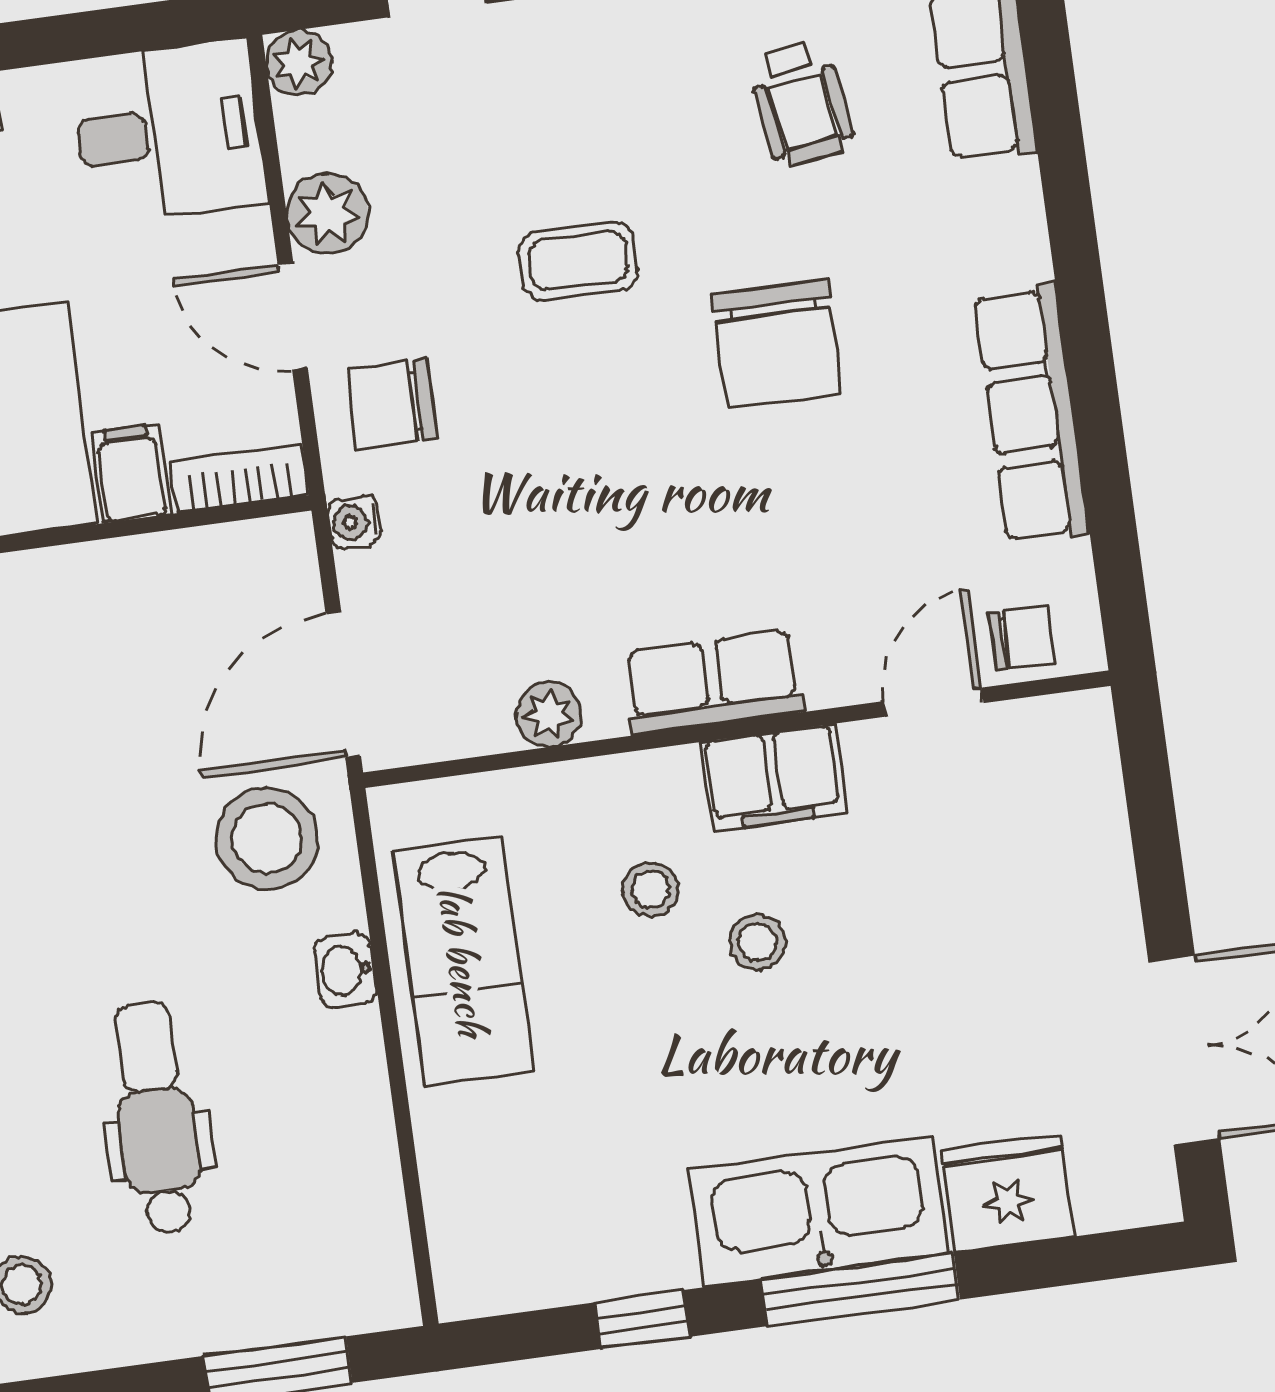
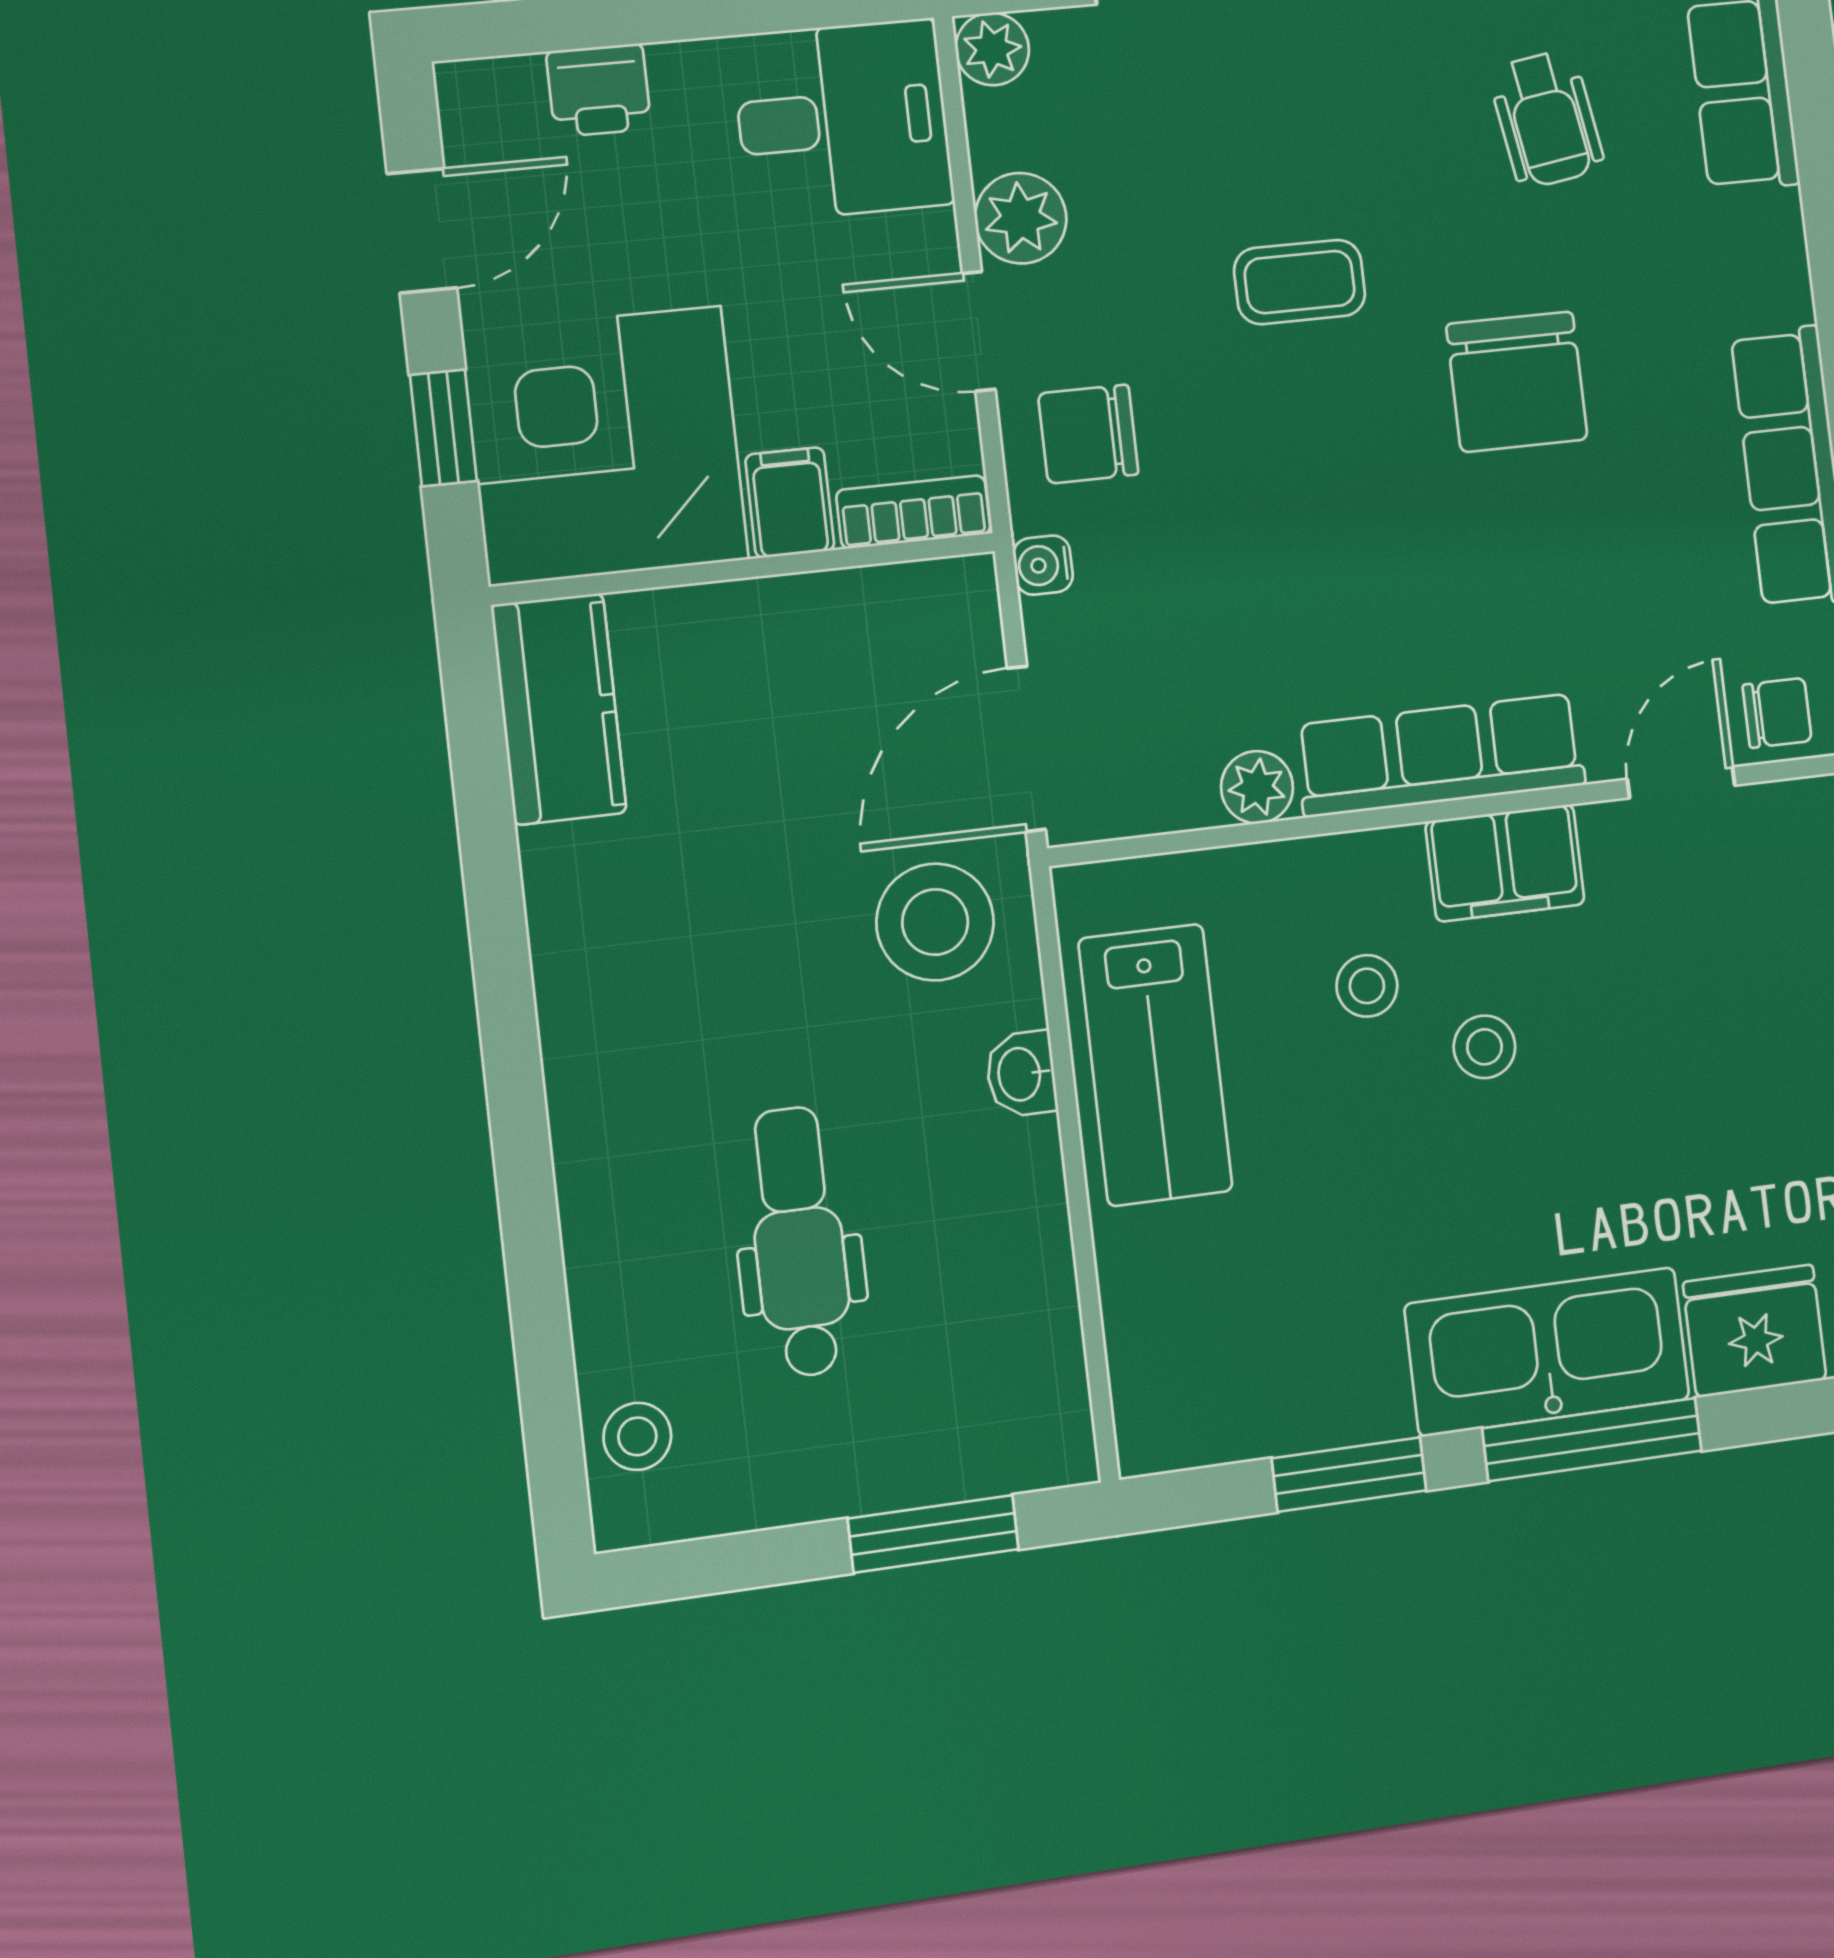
row of seats: (713, 682) -> (1440, 755), width x1.48
window: (642, 1320) -> (1349, 1474), width x1.50

